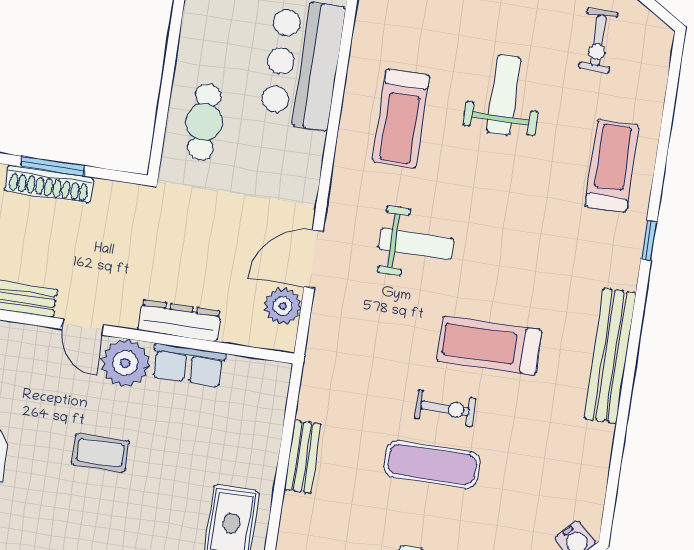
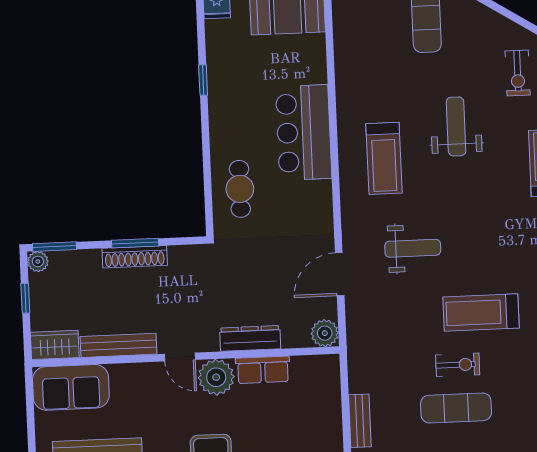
plant: (283, 306) -> (325, 333), moved

